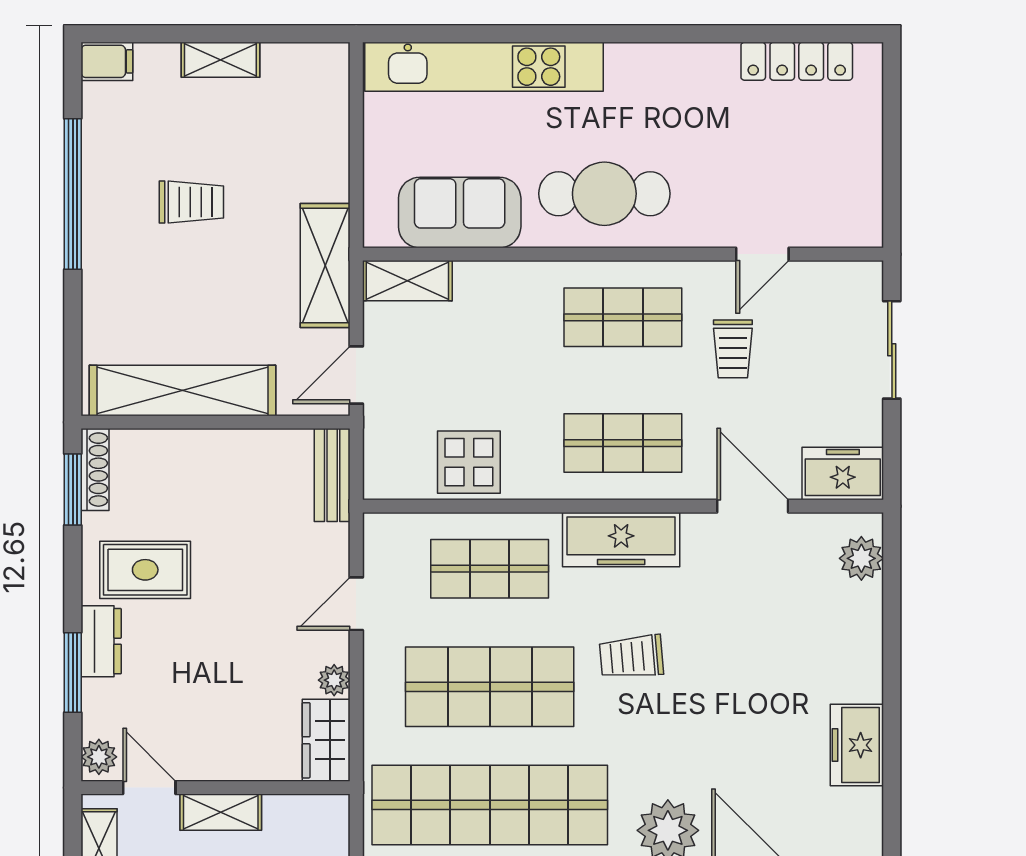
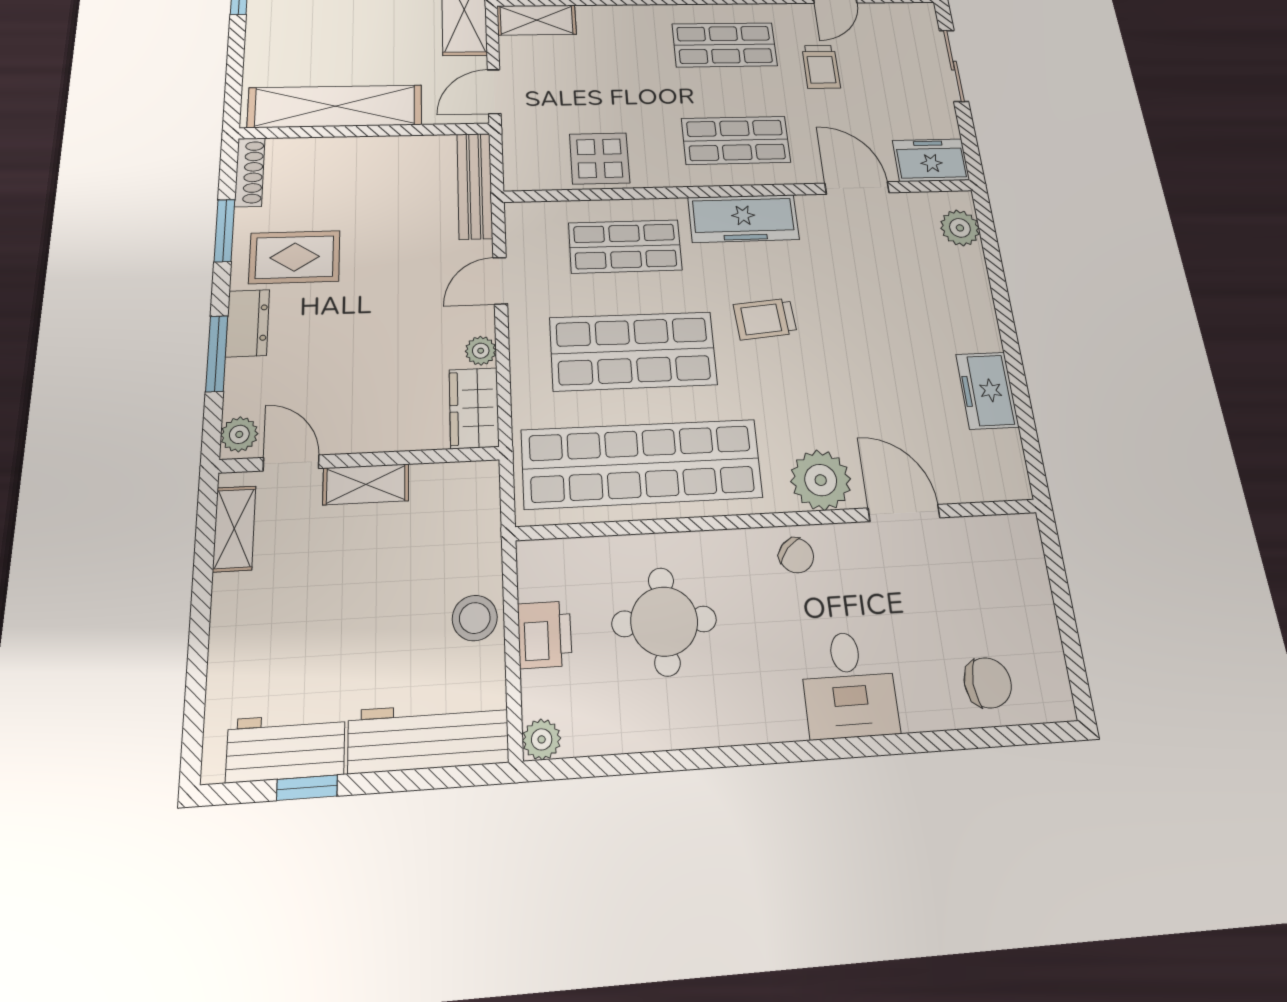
bench: (332, 475) -> (475, 186), width x1.36
window: (73, 489) -> (225, 231), moved

